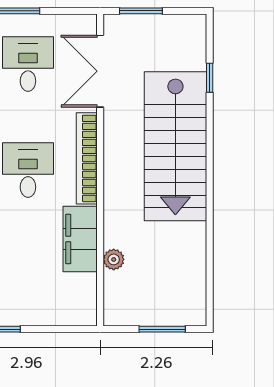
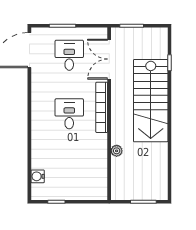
filing cabinet: (80, 239) -> (98, 152), removed
plant: (114, 259) -> (117, 151), moved

